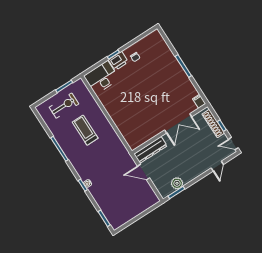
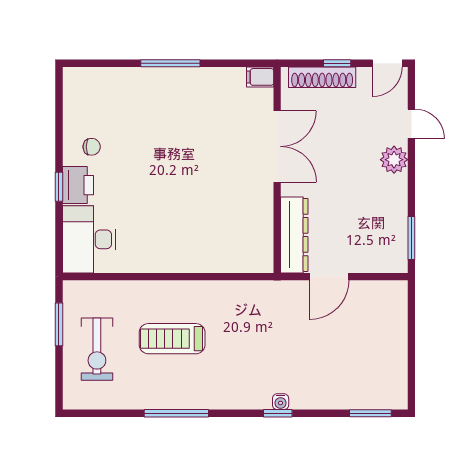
exercise bike: (64, 106) -> (97, 349), turned 180
plant: (177, 183) -> (394, 160), moved

